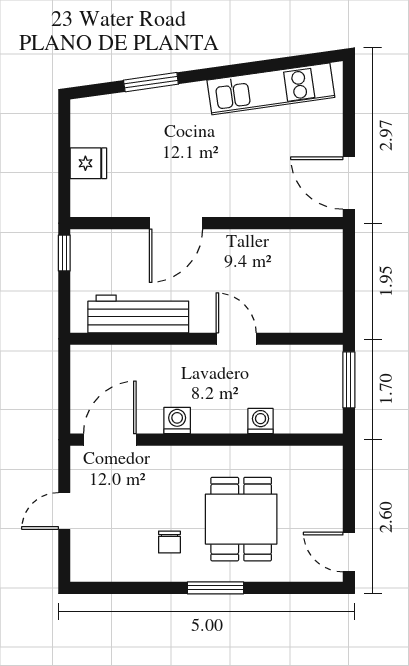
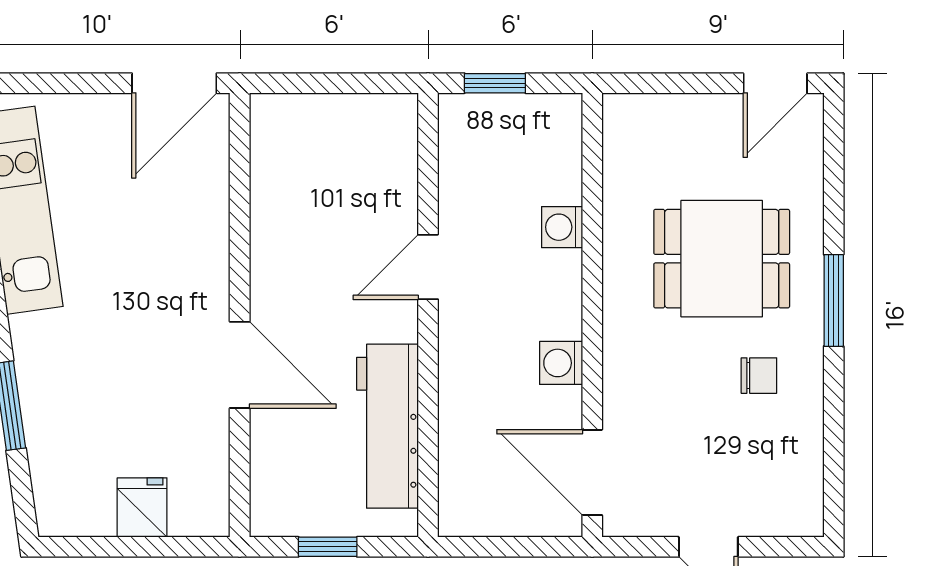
window: (64, 253) -> (328, 547), moved
window: (349, 380) -> (495, 83), width x0.67

